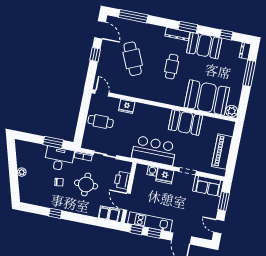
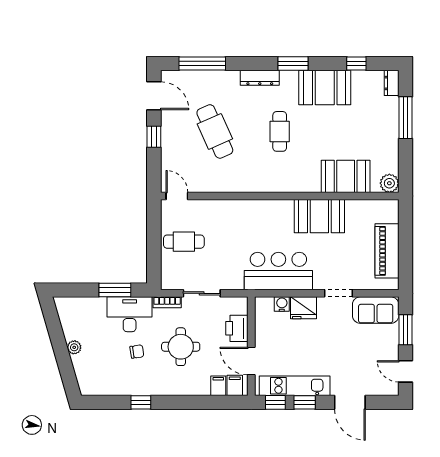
dresser: (177, 34) -> (260, 78), moved
booth: (207, 98) -> (346, 176), width x0.73, depth x0.70
fridge: (127, 106) -> (221, 209), removed

